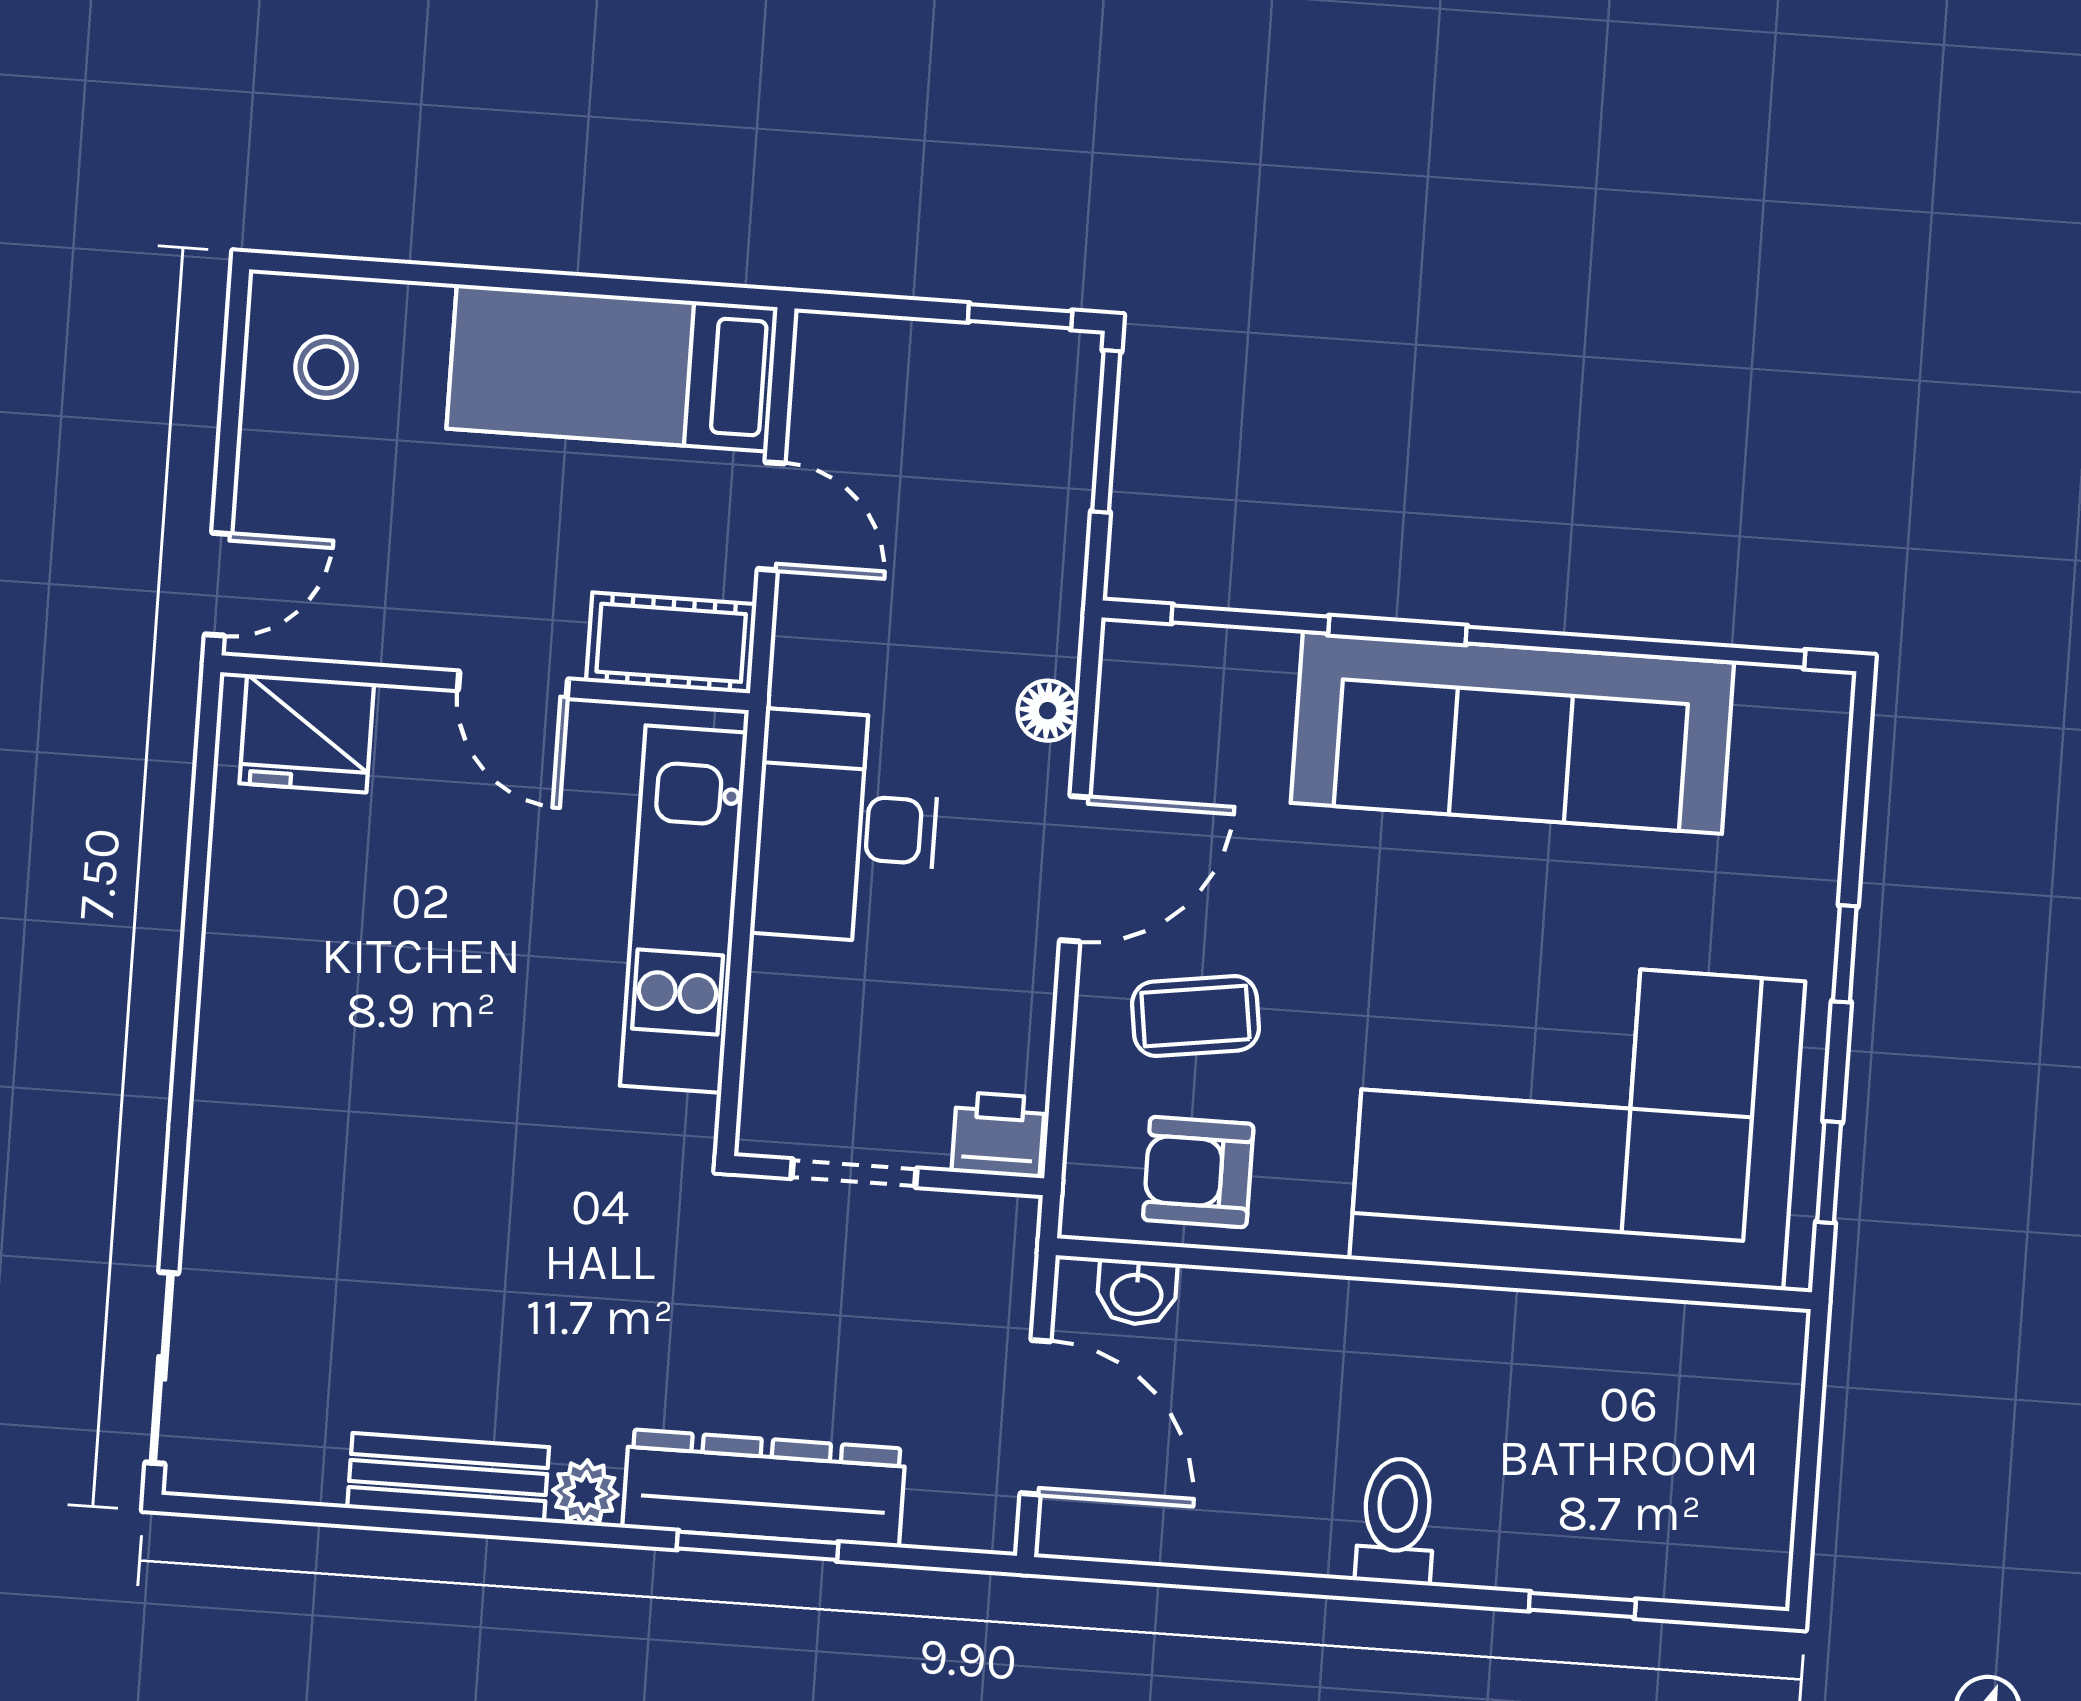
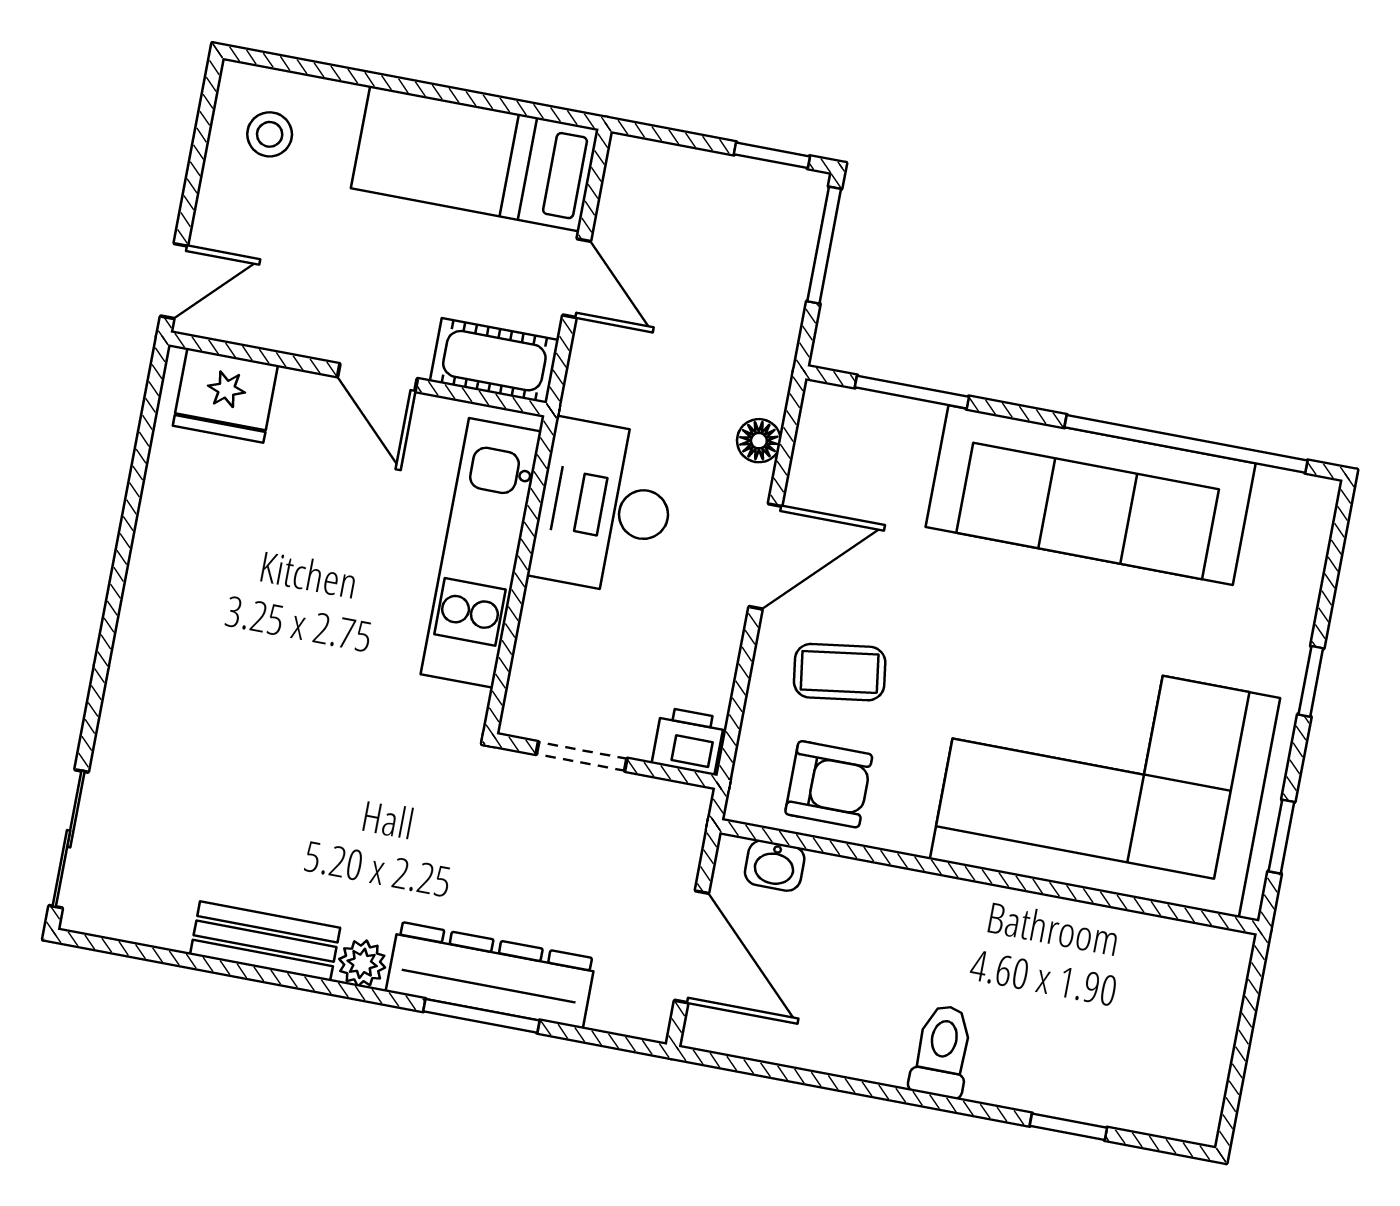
armchair: (1198, 1172) -> (829, 784), turned 180

